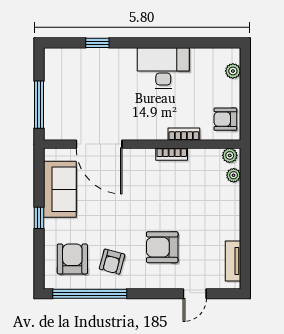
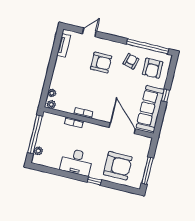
window: (97, 43) -> (94, 181), moved
window: (245, 98) -> (35, 134), added
window: (39, 105) -> (147, 171), moved
armchair: (225, 119) -> (118, 166), moved, width x1.88, depth x1.88
sofa: (60, 189) -> (150, 108), width x1.36

